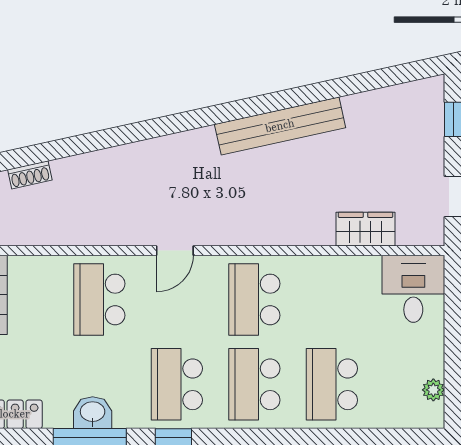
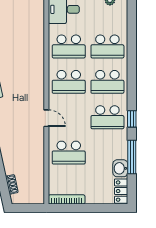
wardrobe: (366, 229) -> (37, 31), removed
school desk: (332, 299) -> (69, 47), added
washbasin: (93, 413) -> (120, 168), moved

